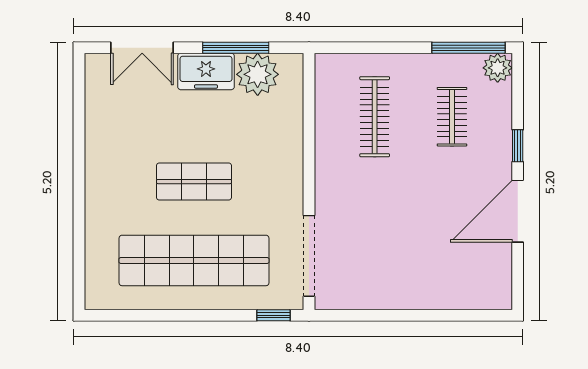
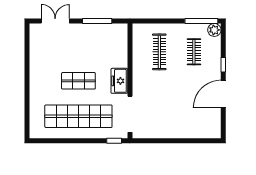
double door: (142, 48) -> (55, 21), swing flipped
freezer: (206, 71) -> (119, 81), moved, turned 90
plant: (258, 74) -> (107, 33), removed

